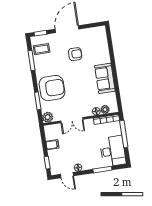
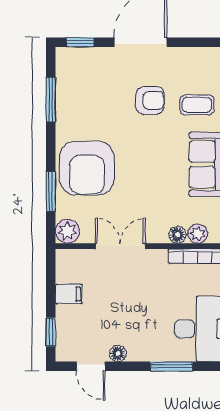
coffee table: (42, 49) -> (197, 105), moved
armchair: (52, 88) -> (87, 168), turned 90
double door: (72, 120) -> (120, 246), swing flipped

